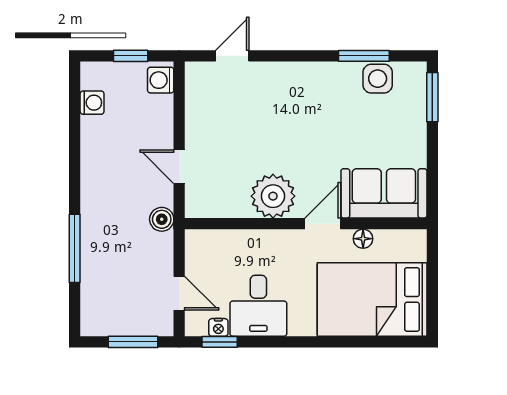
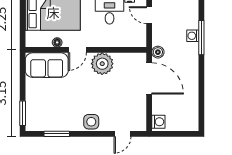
window: (131, 56) -> (173, 134), removed
side table: (378, 79) -> (91, 122), moved
washing machine: (92, 103) -> (193, 36), moved
door: (179, 167) -> (149, 78), width x1.88

